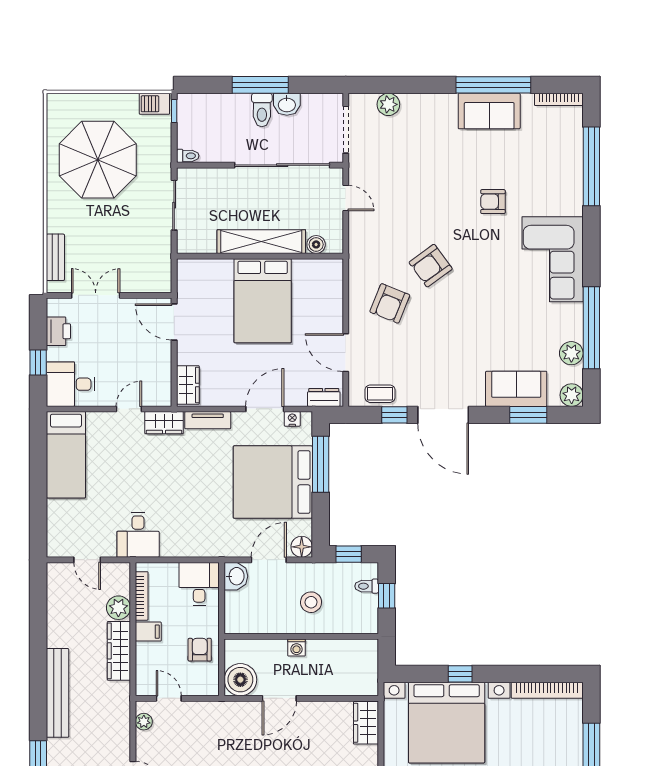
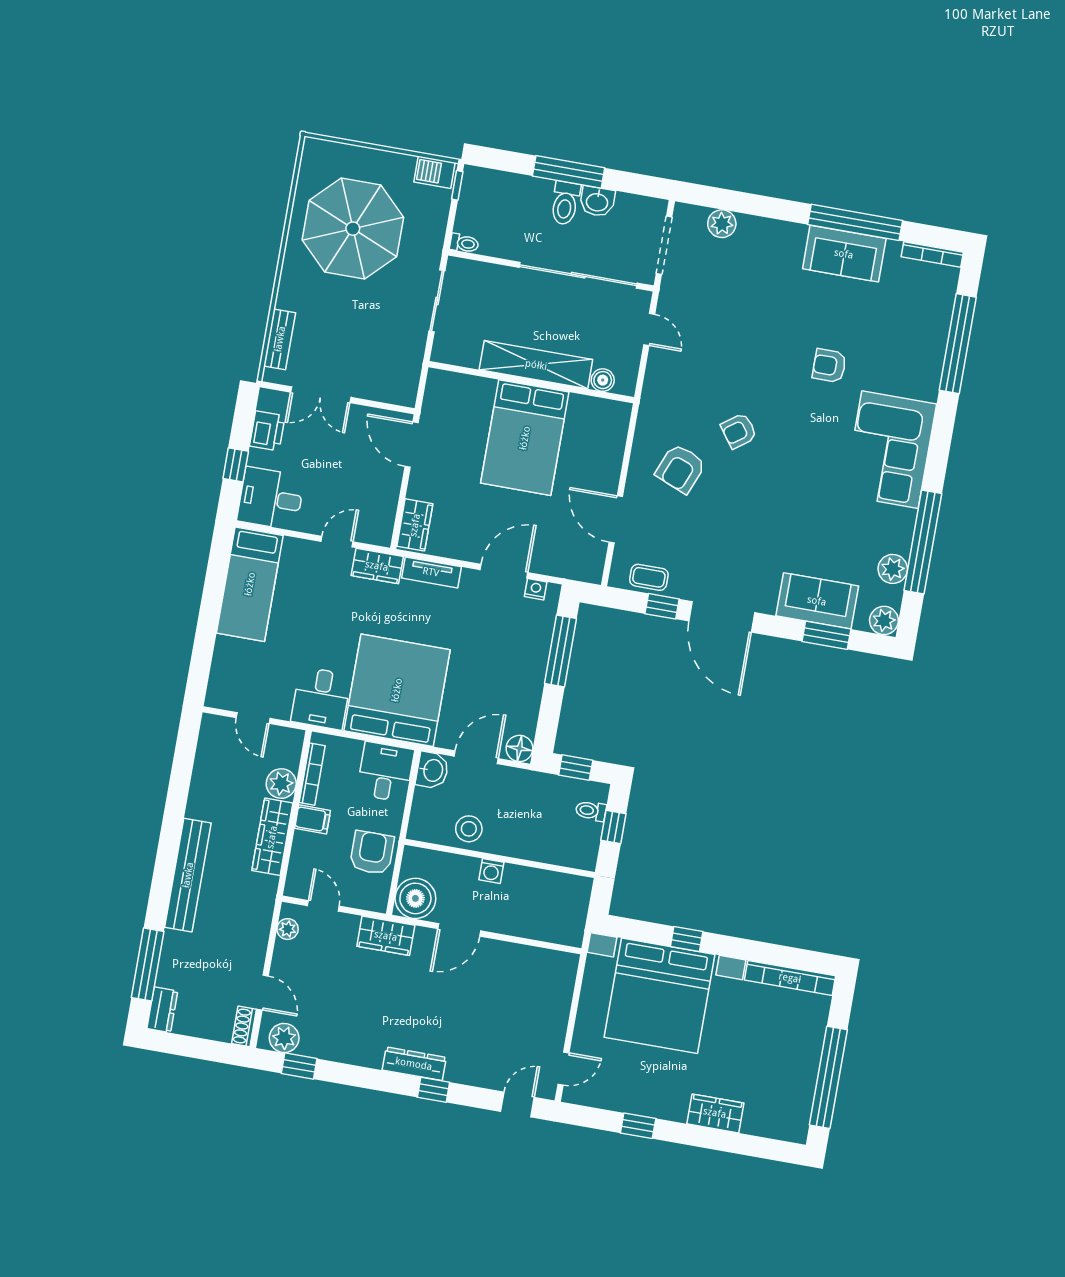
armchair: (431, 266) -> (739, 431), width x0.72, depth x0.72
double door: (96, 295) -> (321, 395), swing flipped
dresser: (324, 397) -> (579, 570), removed
bed: (273, 482) -> (397, 690), moved, turned 90
stool: (311, 602) -> (469, 829), moved
armchair: (200, 650) -> (372, 853), width x1.38, depth x1.38
wardrobe: (366, 723) -> (386, 936), moved, turned -90

